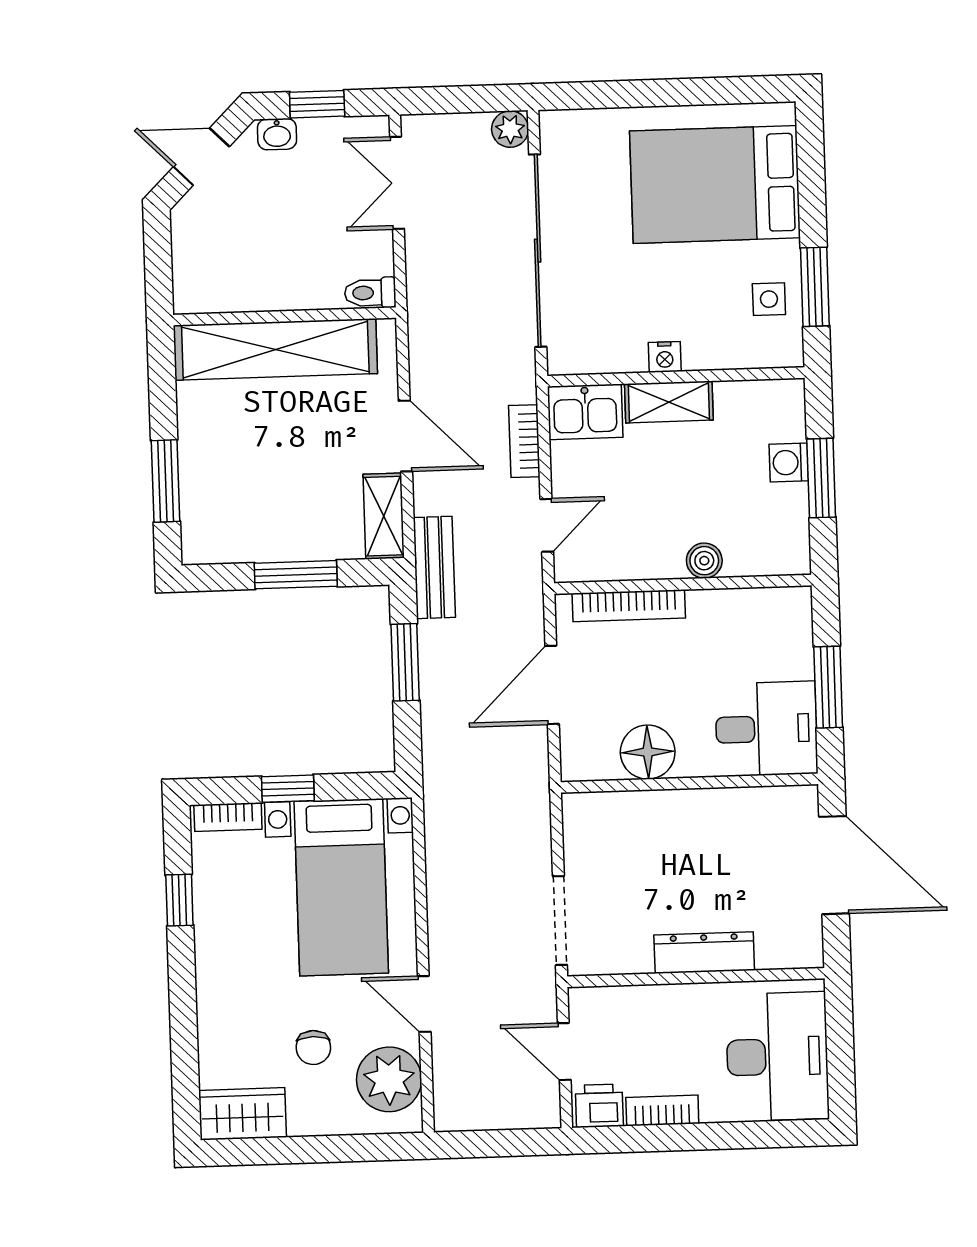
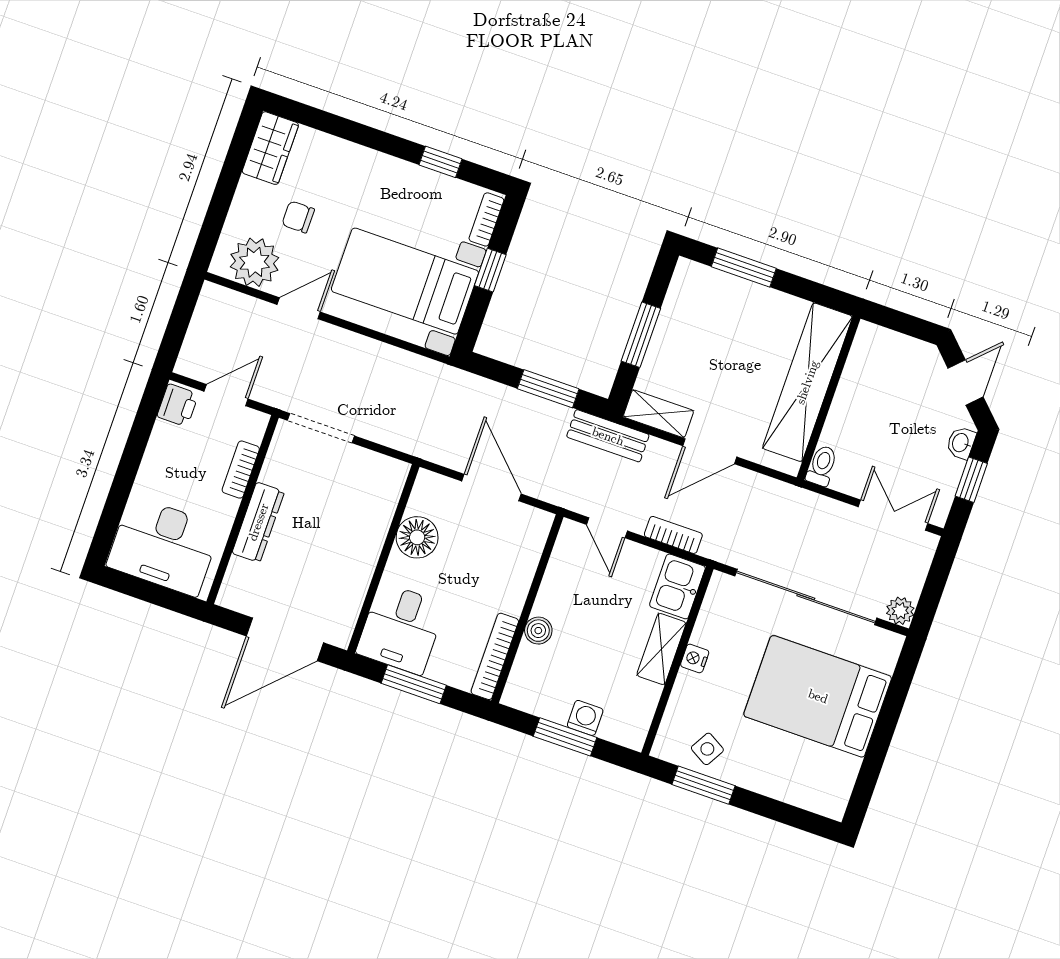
bed: (715, 184) -> (818, 696), moved, turned -90
side table: (769, 299) -> (707, 749), turned 30
bookcase: (629, 606) -> (495, 656), moved
bookcase: (662, 1110) -> (241, 470), moved, turned 180

